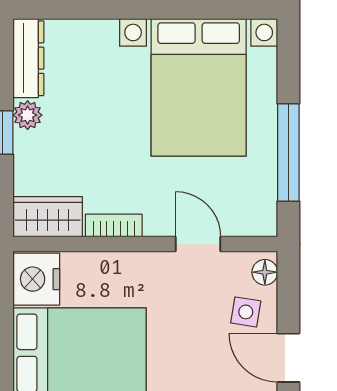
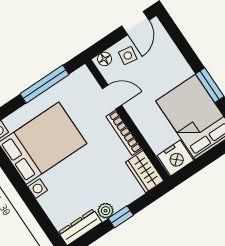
bookcase: (114, 226) -> (124, 133), width x1.56
door: (198, 244) -> (112, 97), swing flipped

